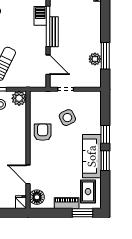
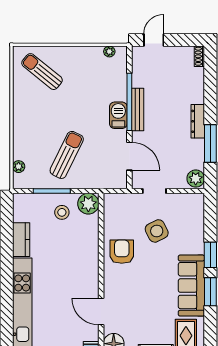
barbecue: (40, 16) -> (118, 115), moved
dresser: (96, 40) -> (198, 121), added
plant: (95, 59) -> (196, 179), moved

